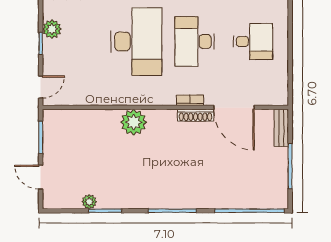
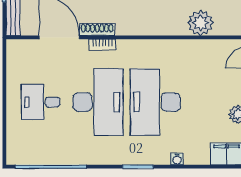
desk: (195, 41) -> (98, 102), width x1.36, depth x1.30
plant: (134, 122) -> (201, 23), moved

